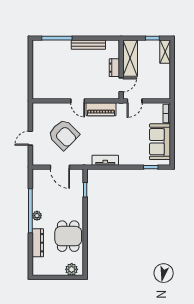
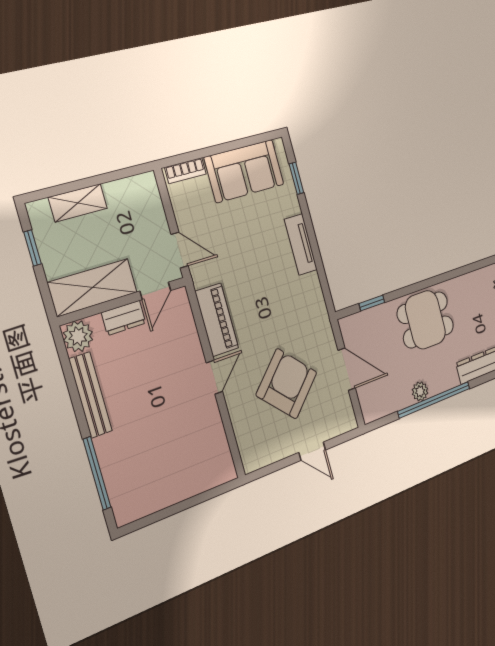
plant: (113, 46) -> (78, 336), added
shelving: (165, 52) -> (78, 203), moved
door: (121, 85) -> (155, 291), swing flipped
tv unit: (105, 160) -> (301, 245), moved
door: (60, 167) -> (347, 369), hinge flipped
plant: (37, 216) -> (420, 391), moved
dining table: (68, 236) -> (425, 320), moved

